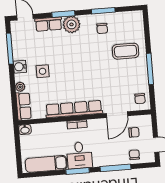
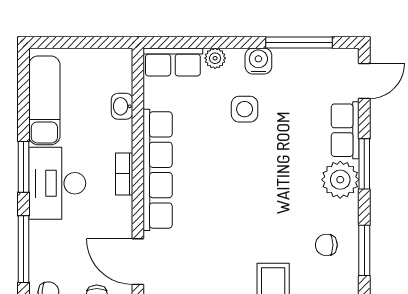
washbasin: (25, 130) -> (122, 106), moved
desk: (79, 155) -> (57, 183), width x1.37

